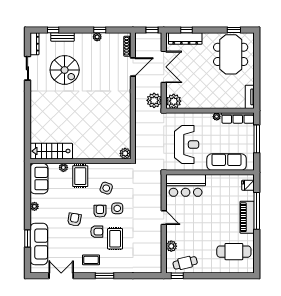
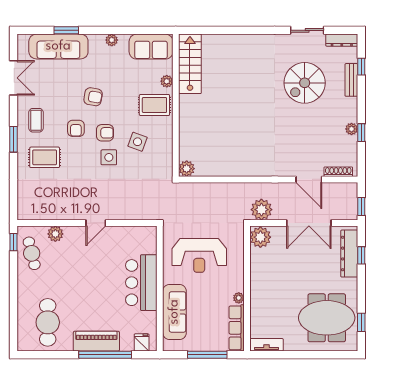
bar counter: (186, 185) -> (141, 283), moved
rug: (115, 239) -> (45, 157), moved

